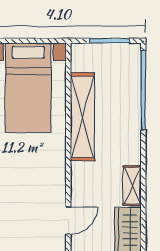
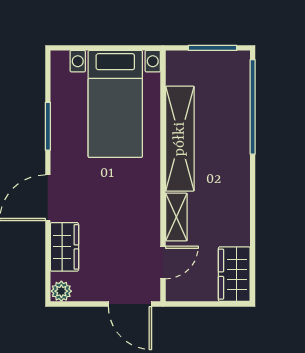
shelving: (132, 186) -> (176, 217), moved

